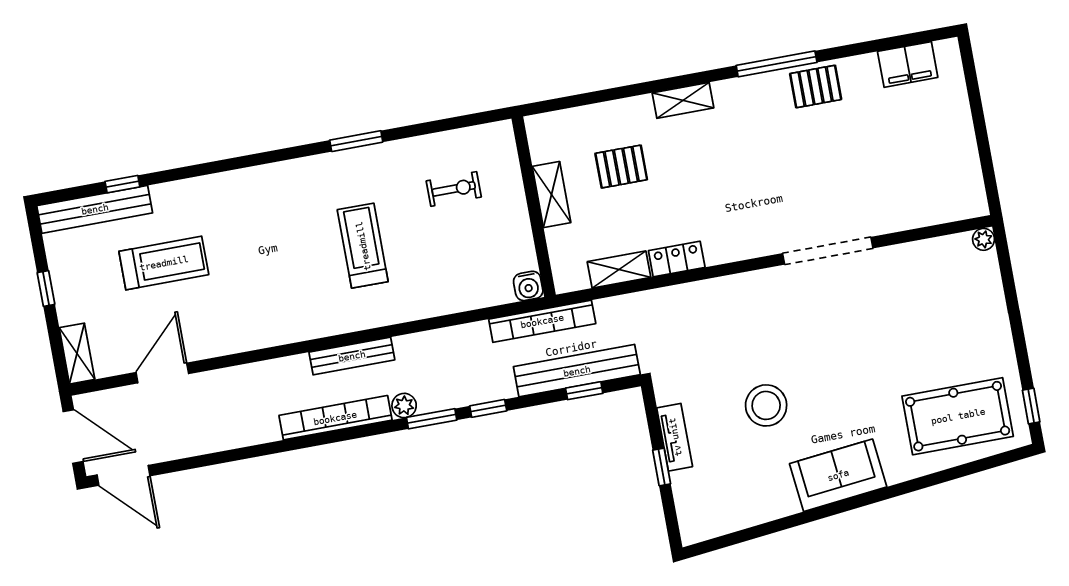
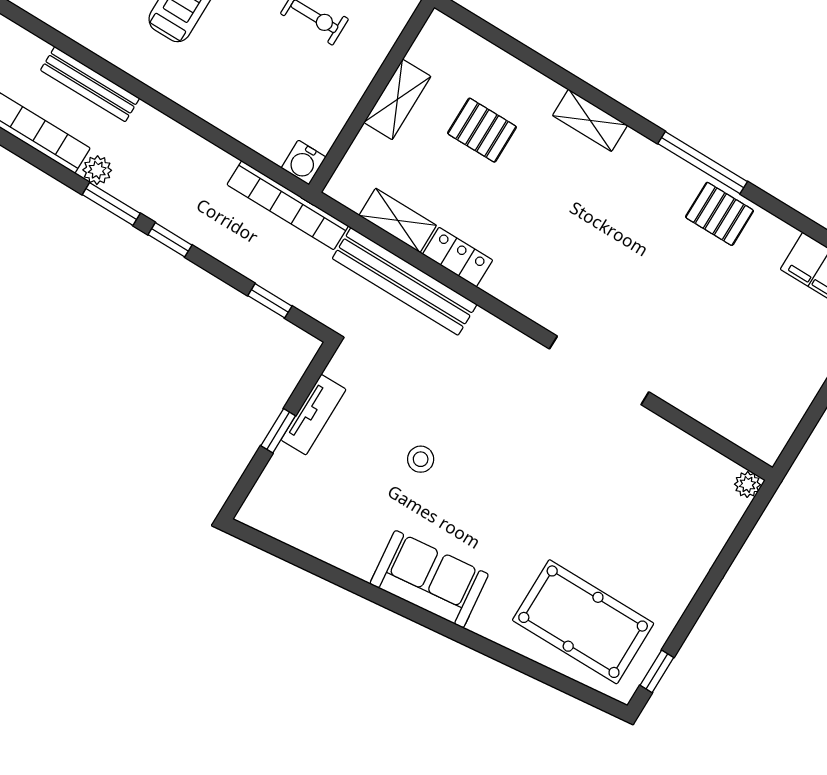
bench: (577, 371) -> (405, 281), moved
stool: (766, 405) -> (421, 459), width x0.53, depth x0.53

